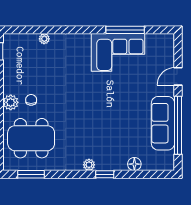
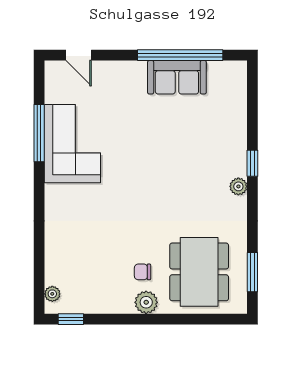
plant: (44, 39) -> (52, 294), moved
door: (178, 76) -> (79, 55), moved
sofa: (163, 123) -> (177, 77), width x0.73
floor lamp: (134, 164) -> (237, 119), removed

